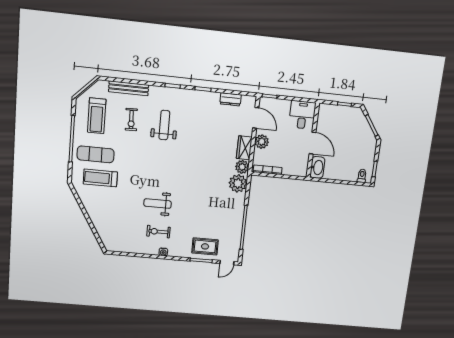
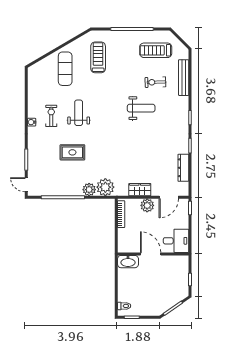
dresser: (230, 99) -> (183, 168), width x1.44
weight bench: (164, 125) -> (141, 108), moved
door: (312, 143) -> (151, 254), swing flipped
exercise mat: (96, 154) -> (65, 69), moved
plant: (242, 167) -> (89, 190), moved
rug: (205, 246) -> (72, 152), moved, turned 90

